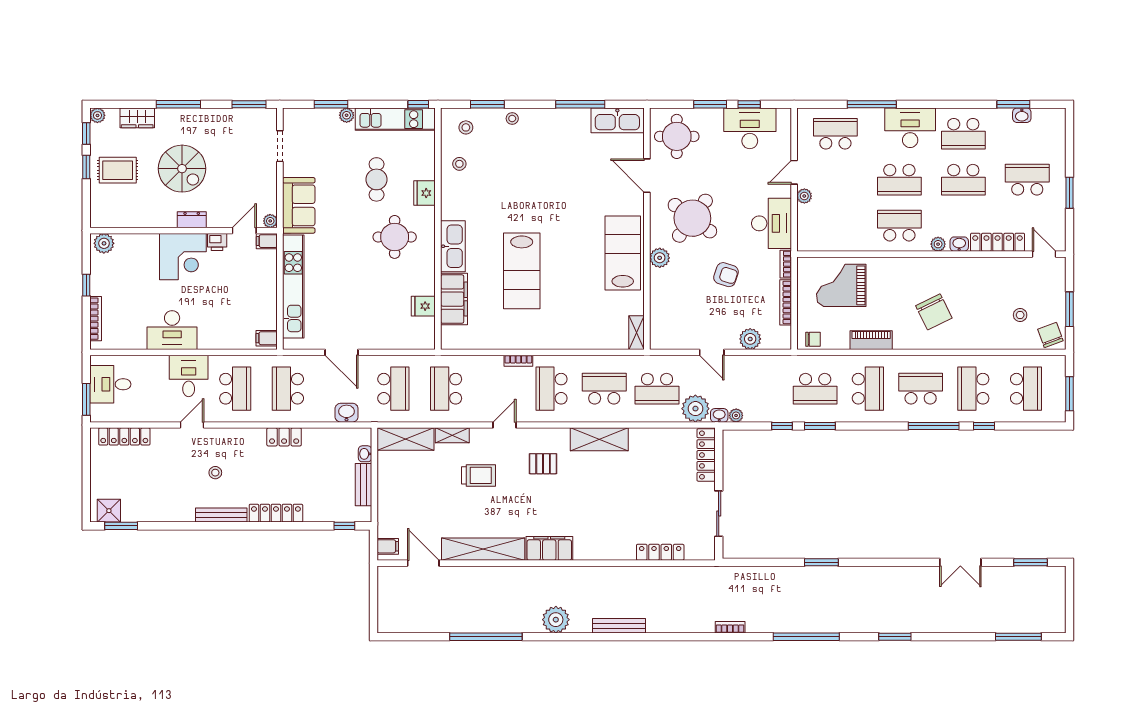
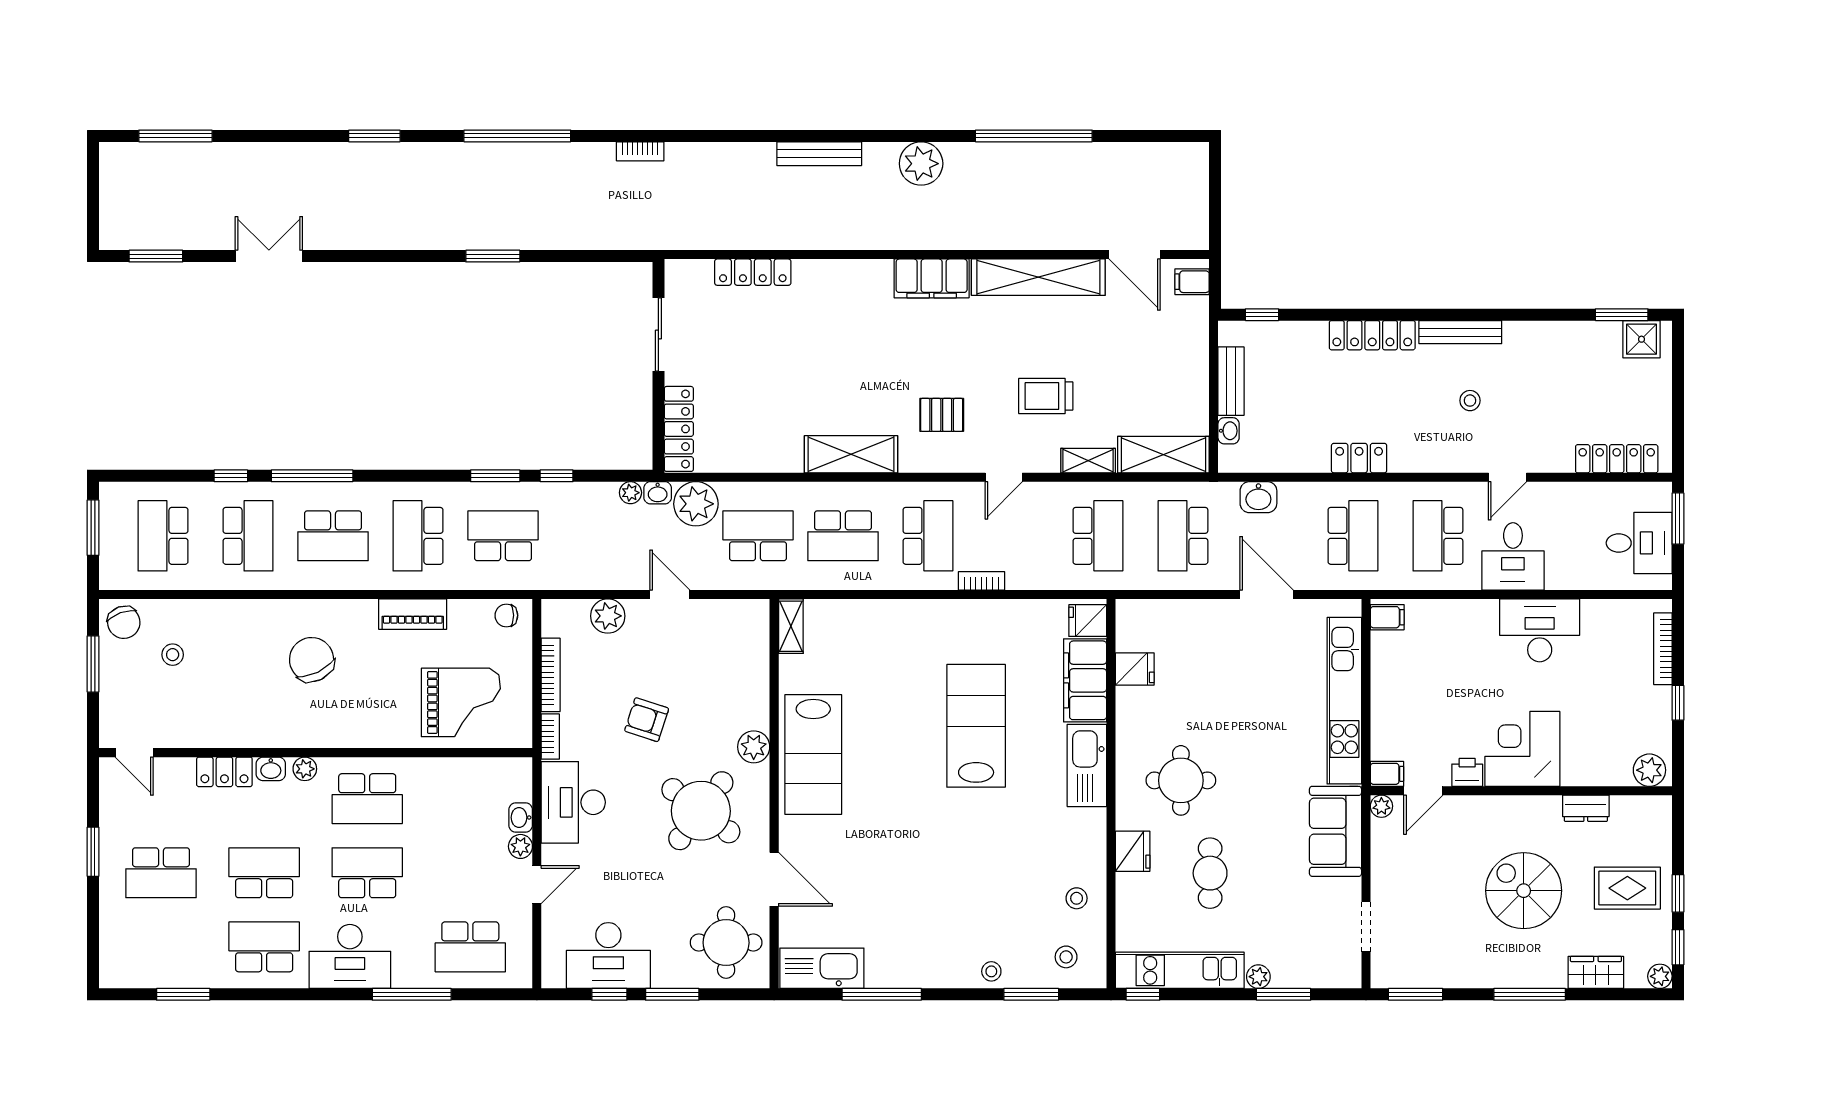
washbasin: (1022, 115) -> (521, 817), moved, turned -90
dresser: (192, 220) -> (1586, 808), moved
locker: (998, 242) -> (224, 772), width x0.66
fridge: (452, 336) -> (1088, 621), added

